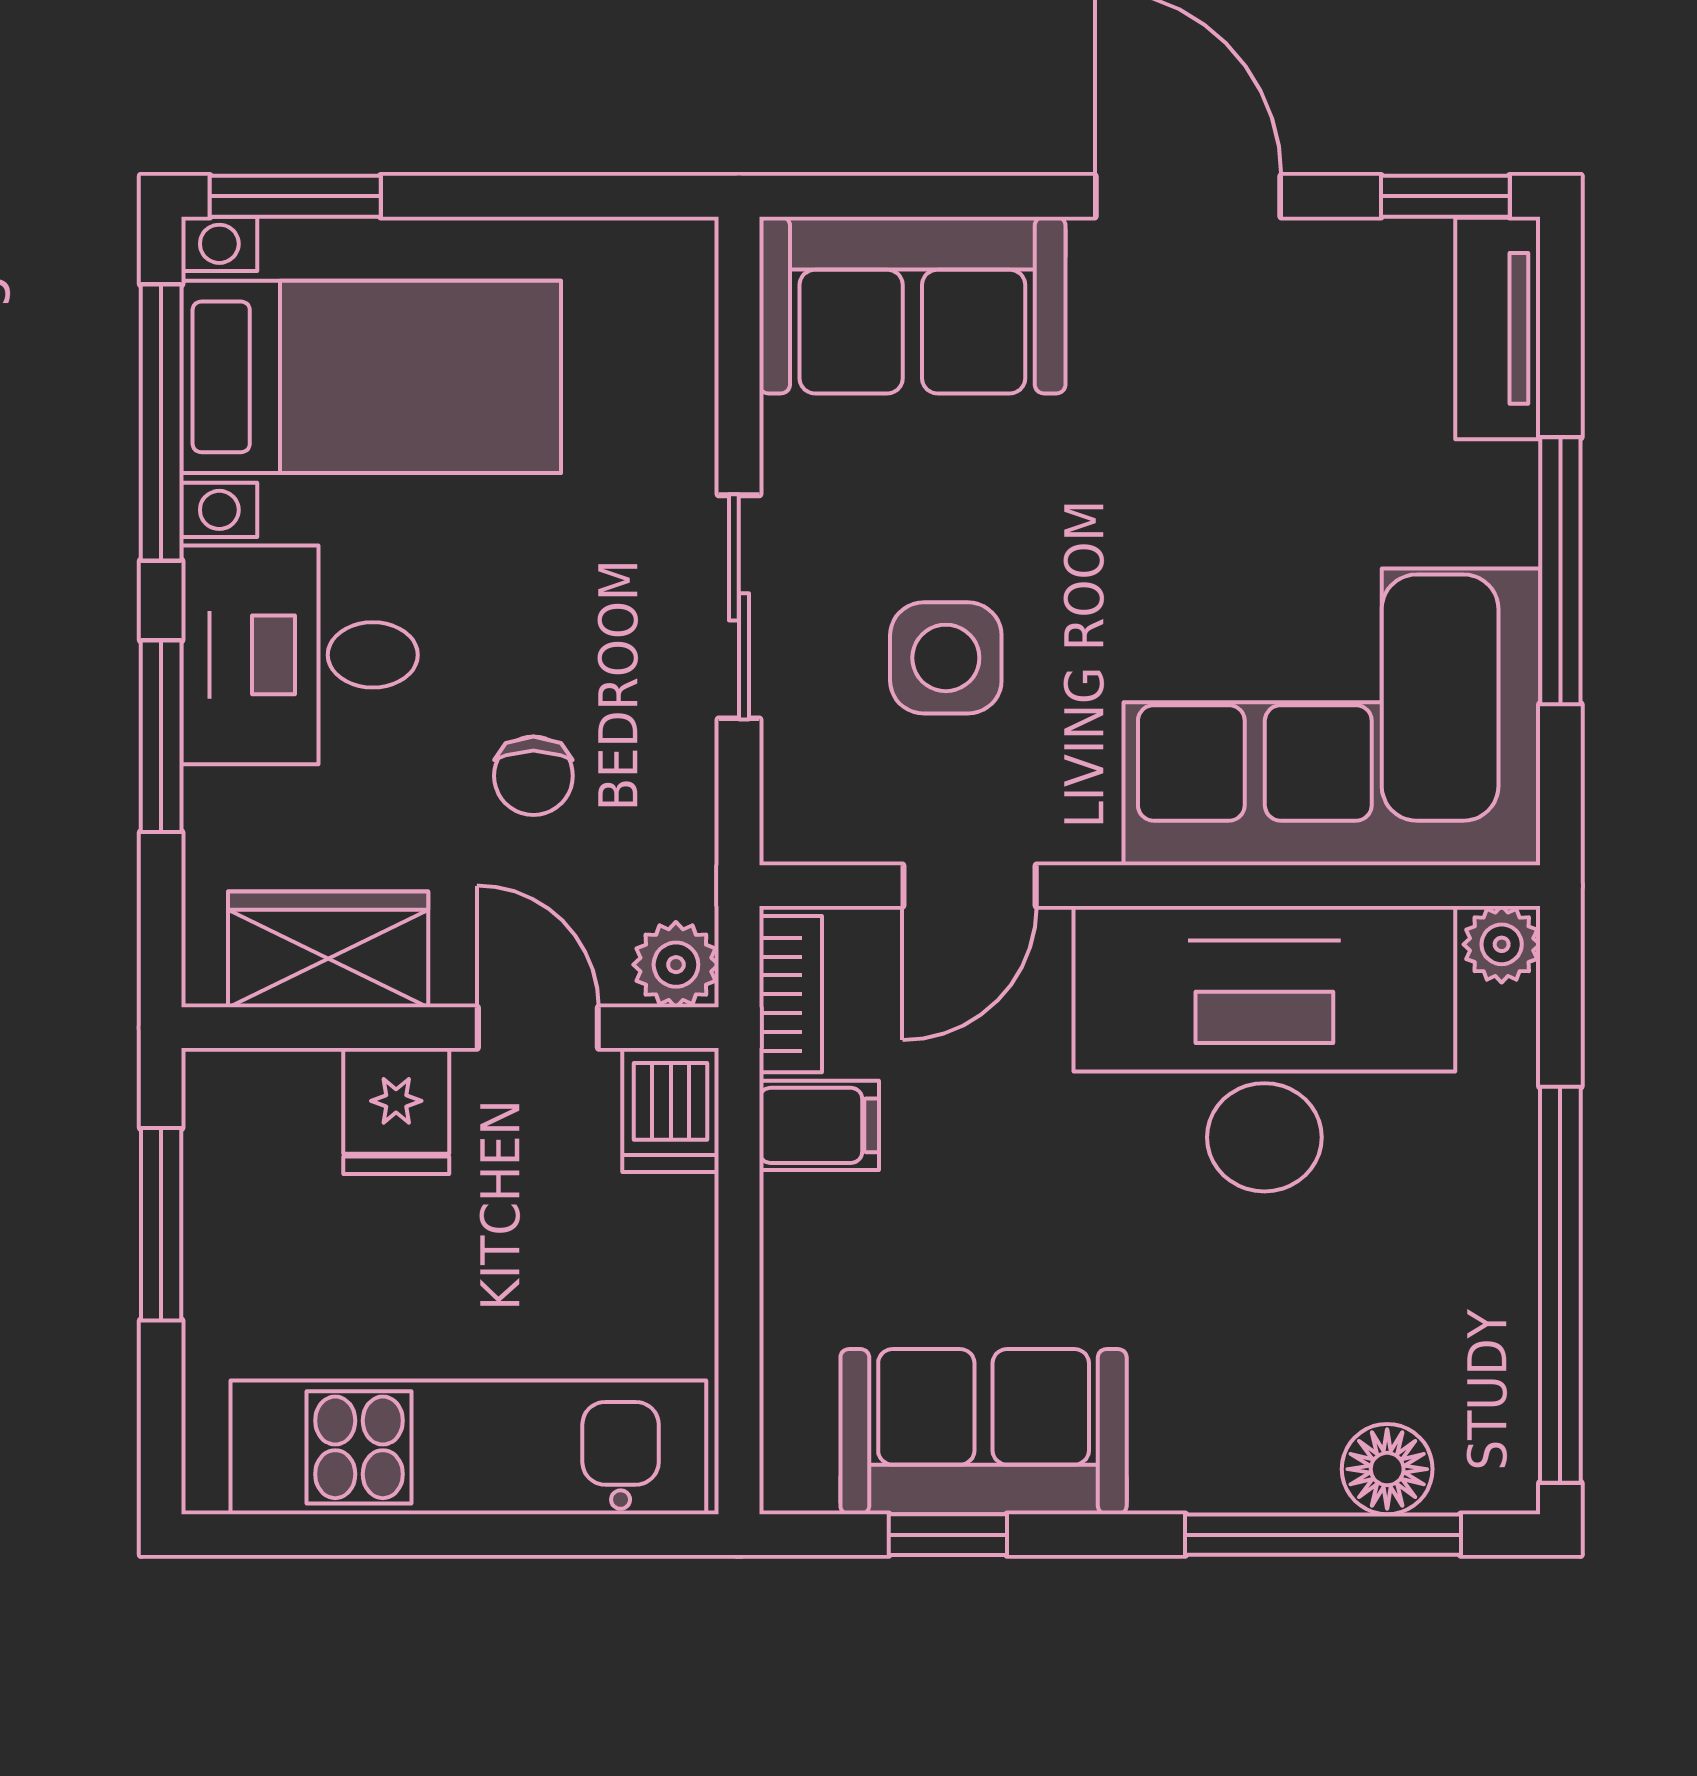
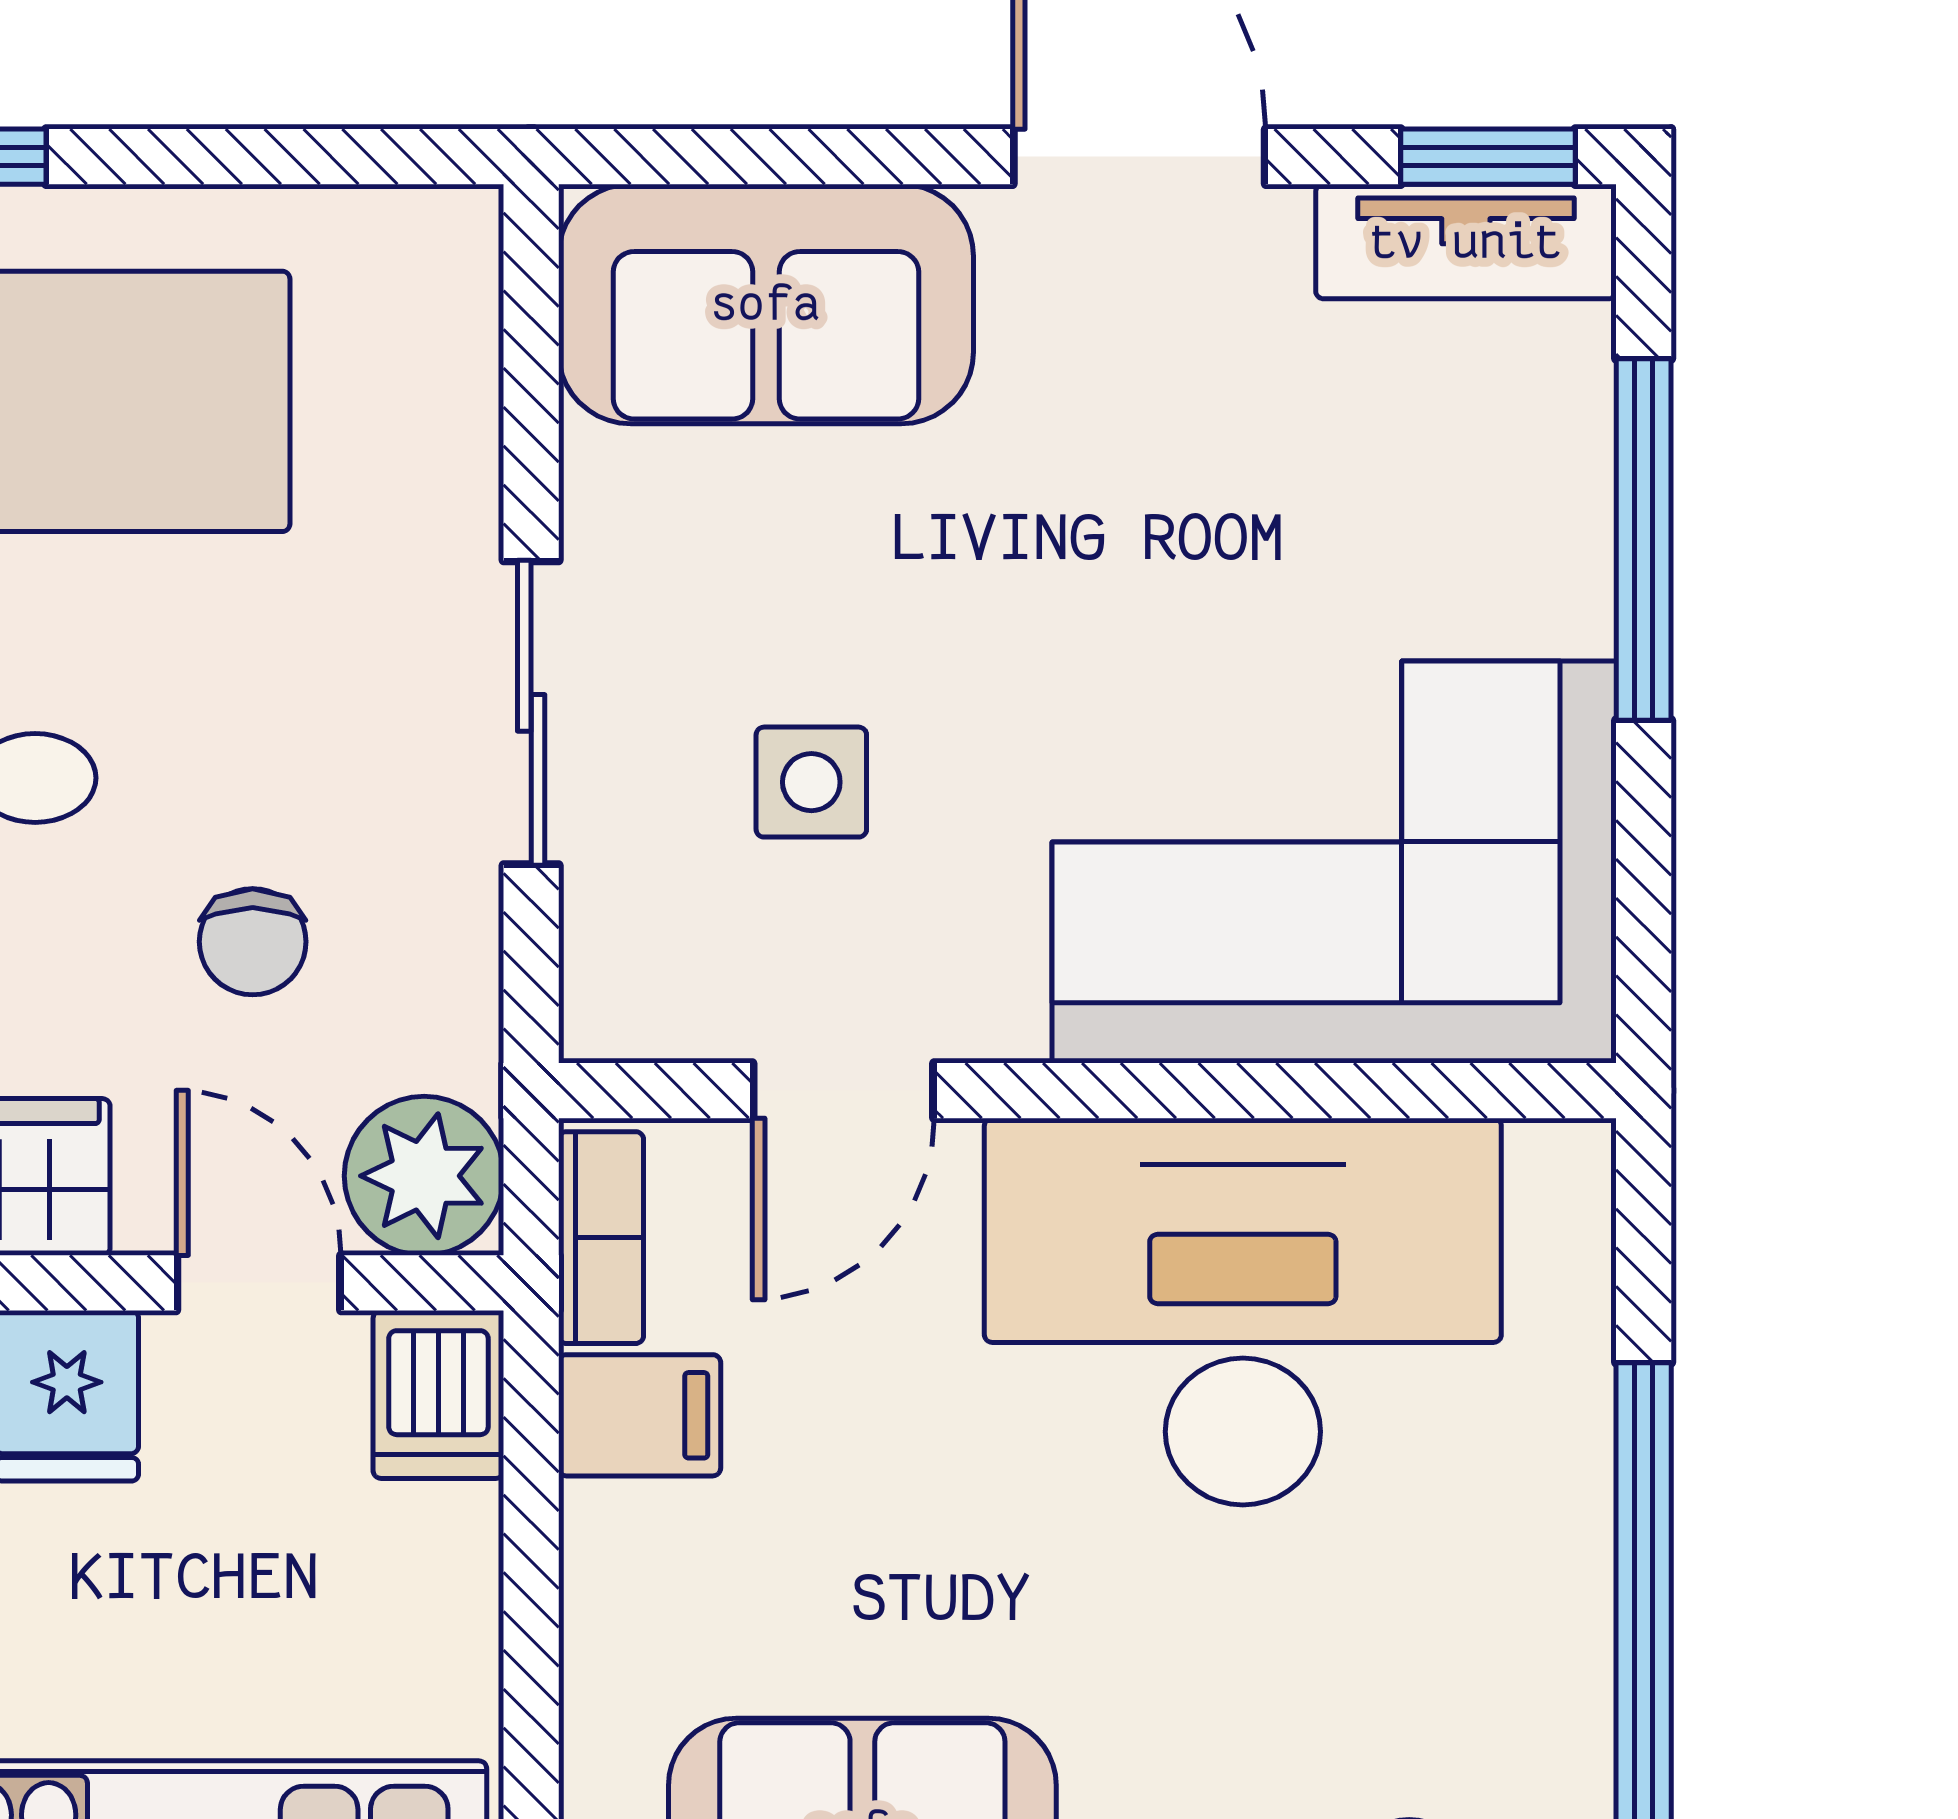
tv unit: (1498, 328) -> (1466, 242), moved, turned -90
window: (1560, 571) -> (1644, 540), moved
side table: (946, 658) -> (811, 782), width x0.73, depth x0.73
plant: (1502, 944) -> (1564, 1170), removed
plant: (676, 965) -> (424, 1176), width x1.38, depth x1.38

